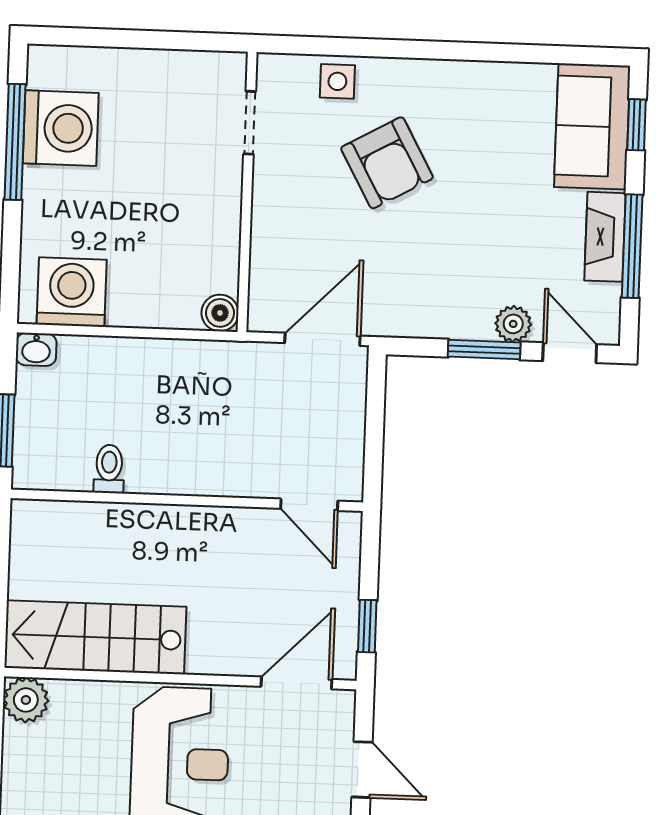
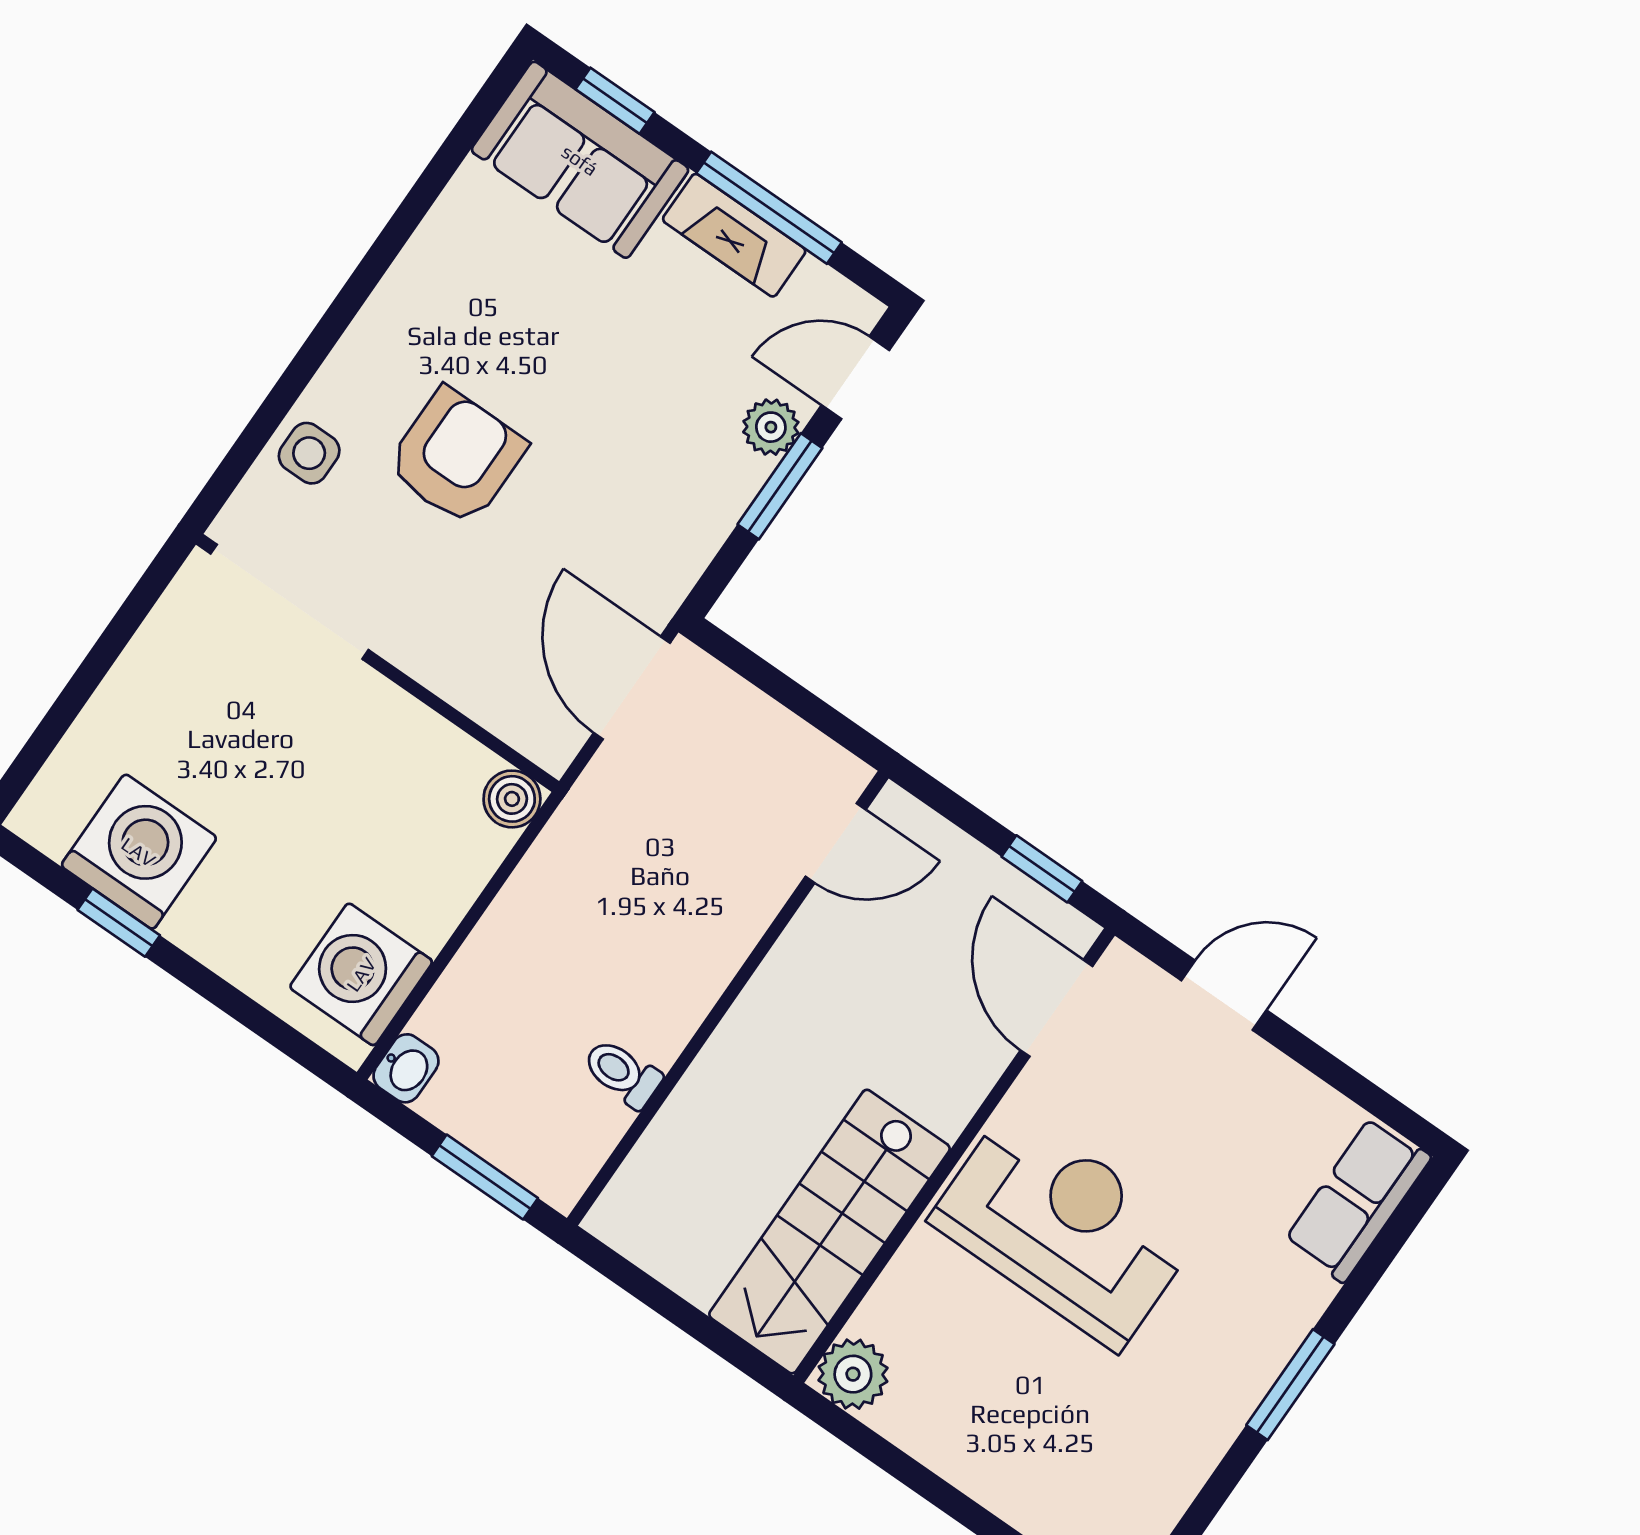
doorway: (250, 123) -> (290, 602), width x1.88
window: (15, 142) -> (119, 923), width x0.46
armchair: (387, 163) -> (456, 457), turned -61

